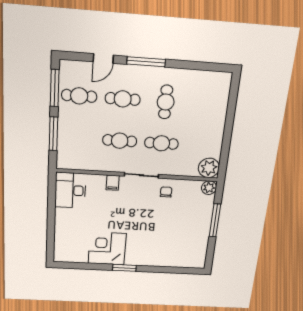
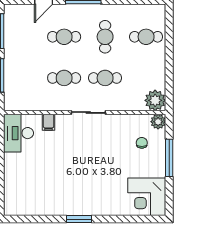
cafe table: (79, 96) -> (146, 37), moved
filing cabinet: (113, 183) -> (49, 122), moved
chair: (166, 192) -> (142, 143), moved
corner desk: (107, 248) -> (147, 197), moved, turned -90

